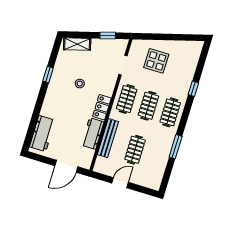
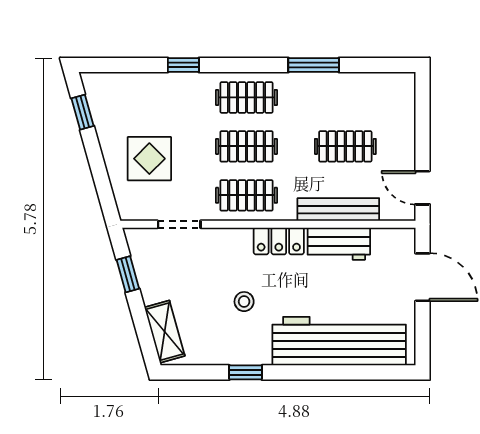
window: (186, 37) -> (83, 112), added
workbench: (42, 134) -> (339, 341), width x1.88, depth x1.32
door: (120, 183) -> (422, 188), moved

